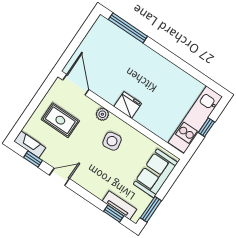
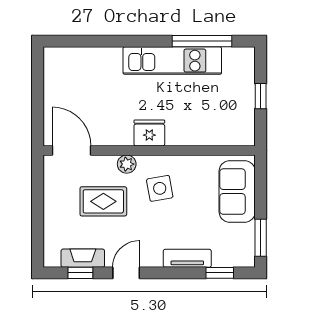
window: (128, 28) -> (202, 41), moved
rug: (60, 120) -> (103, 201), moved
kitchen unit: (195, 120) -> (172, 61), moved, turned -90
fireplace: (30, 144) -> (83, 258), moved
tv unit: (119, 205) -> (187, 258), moved

